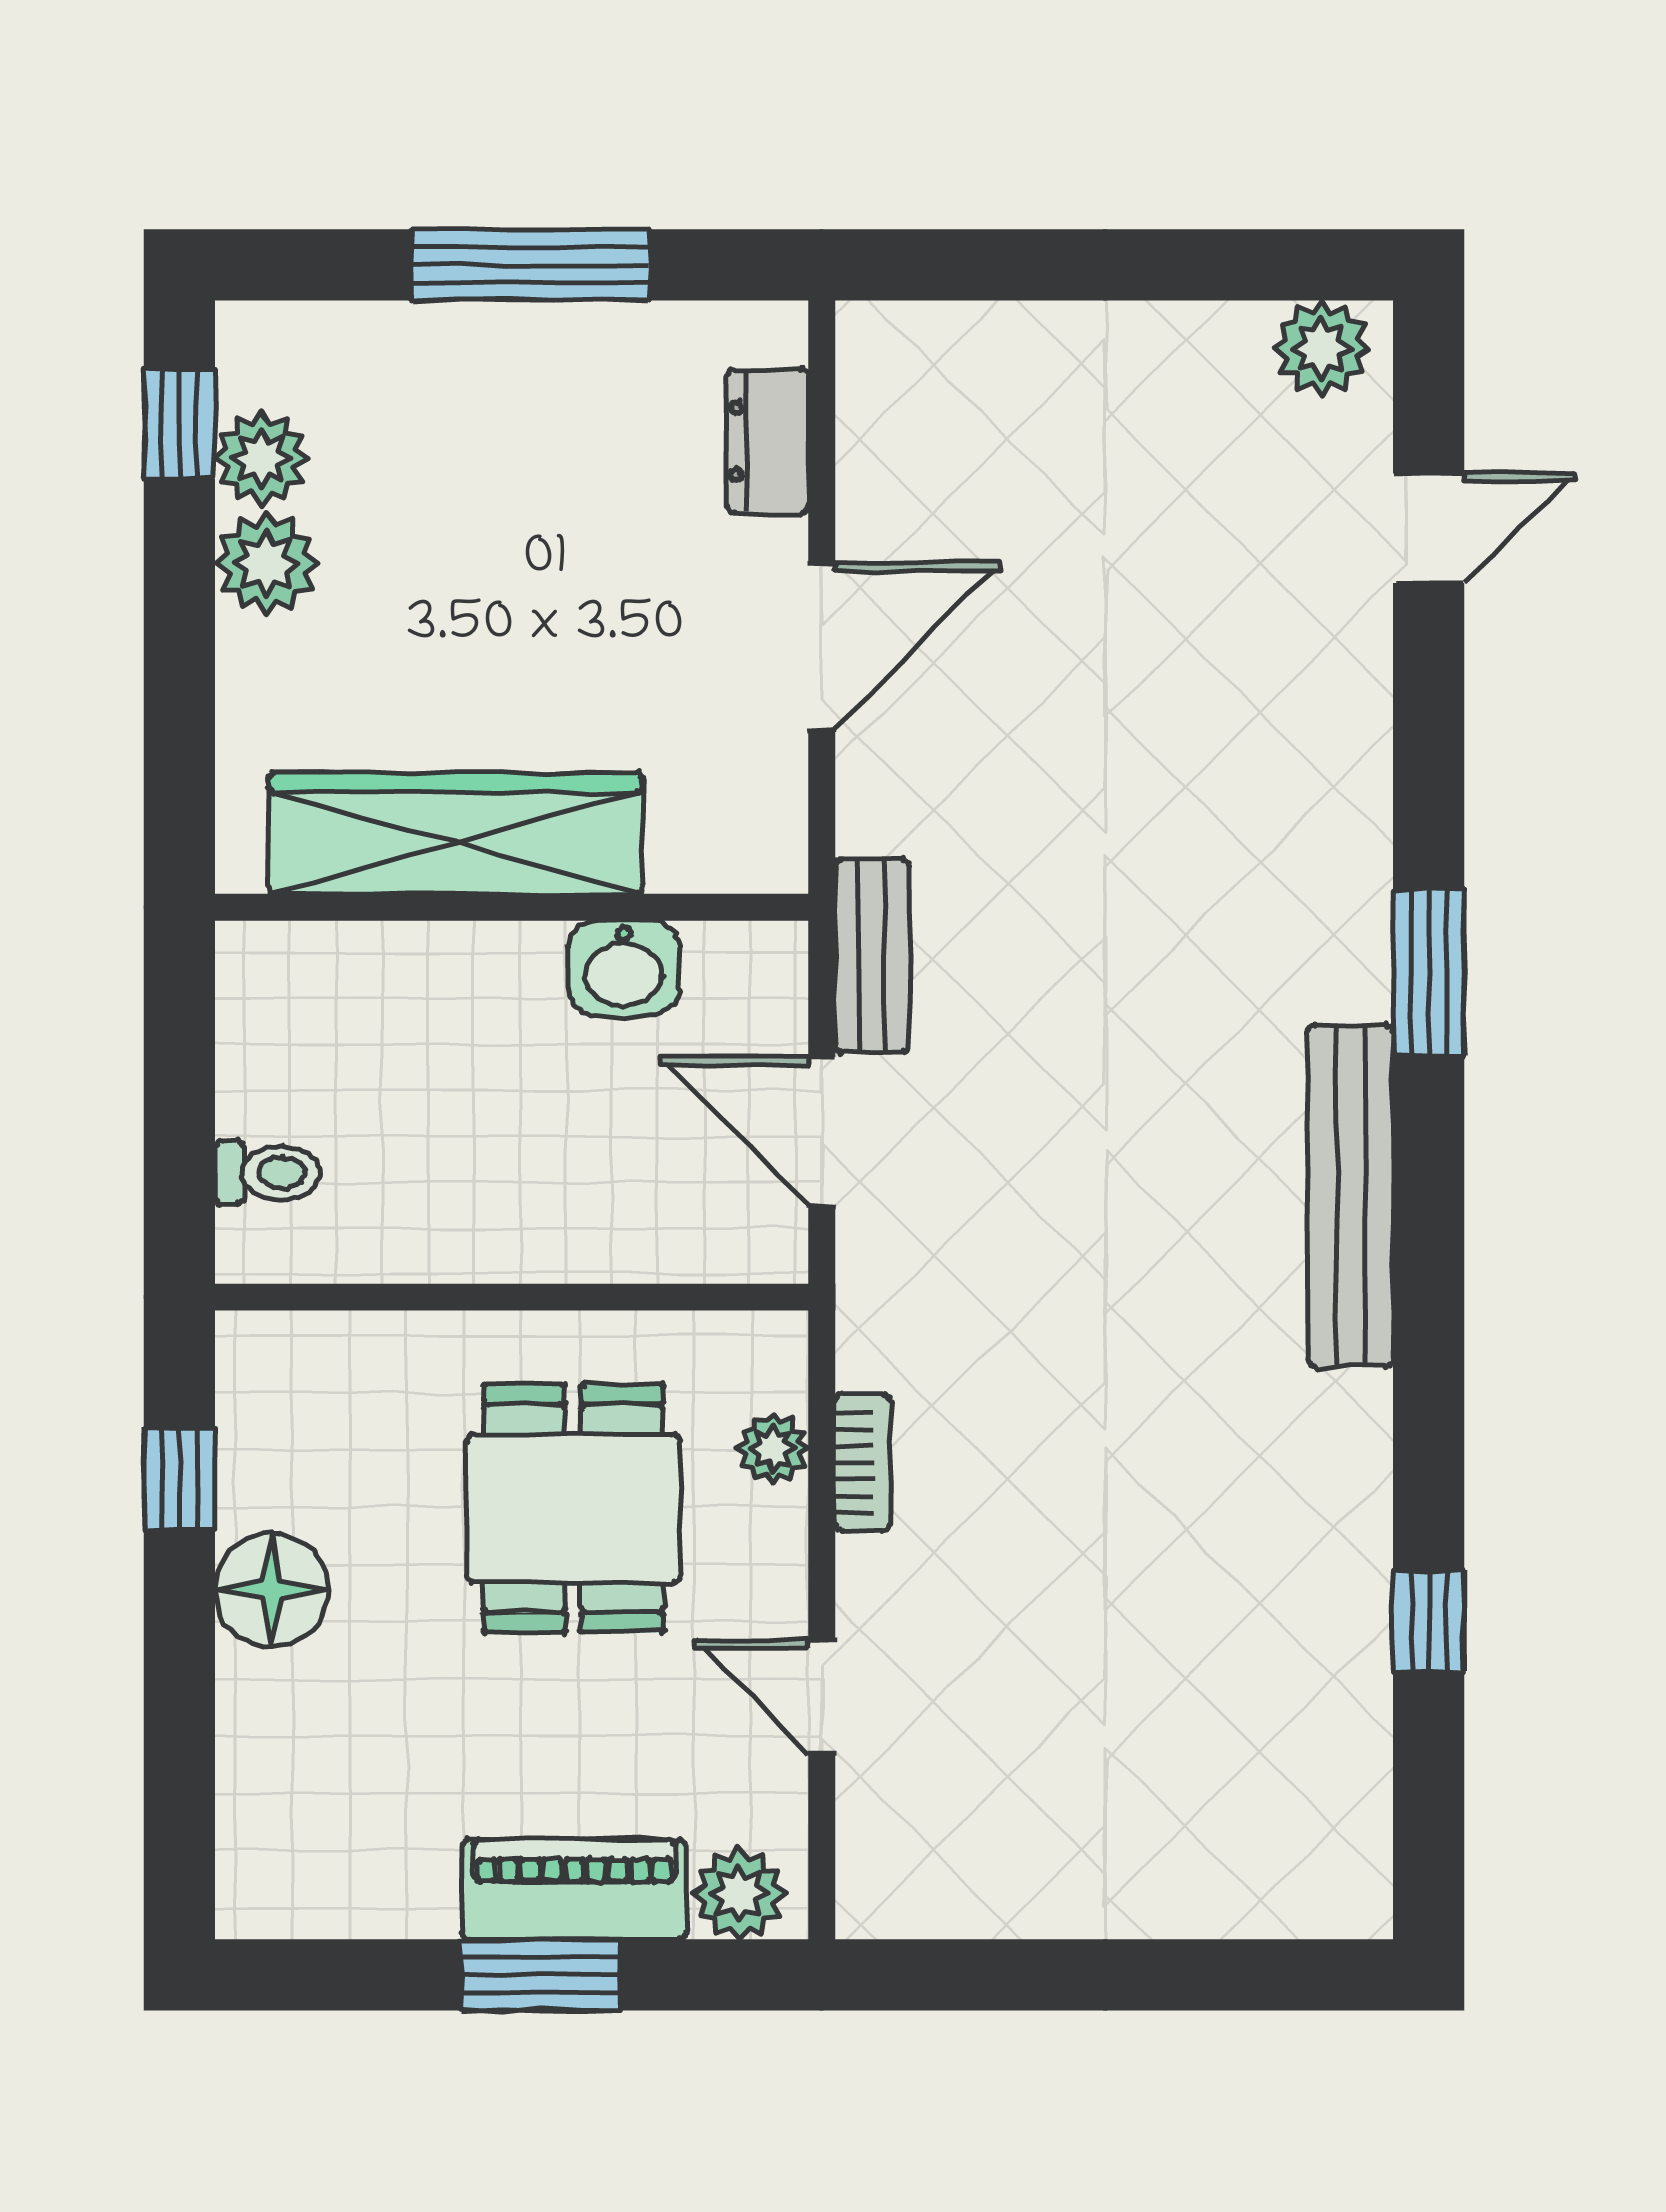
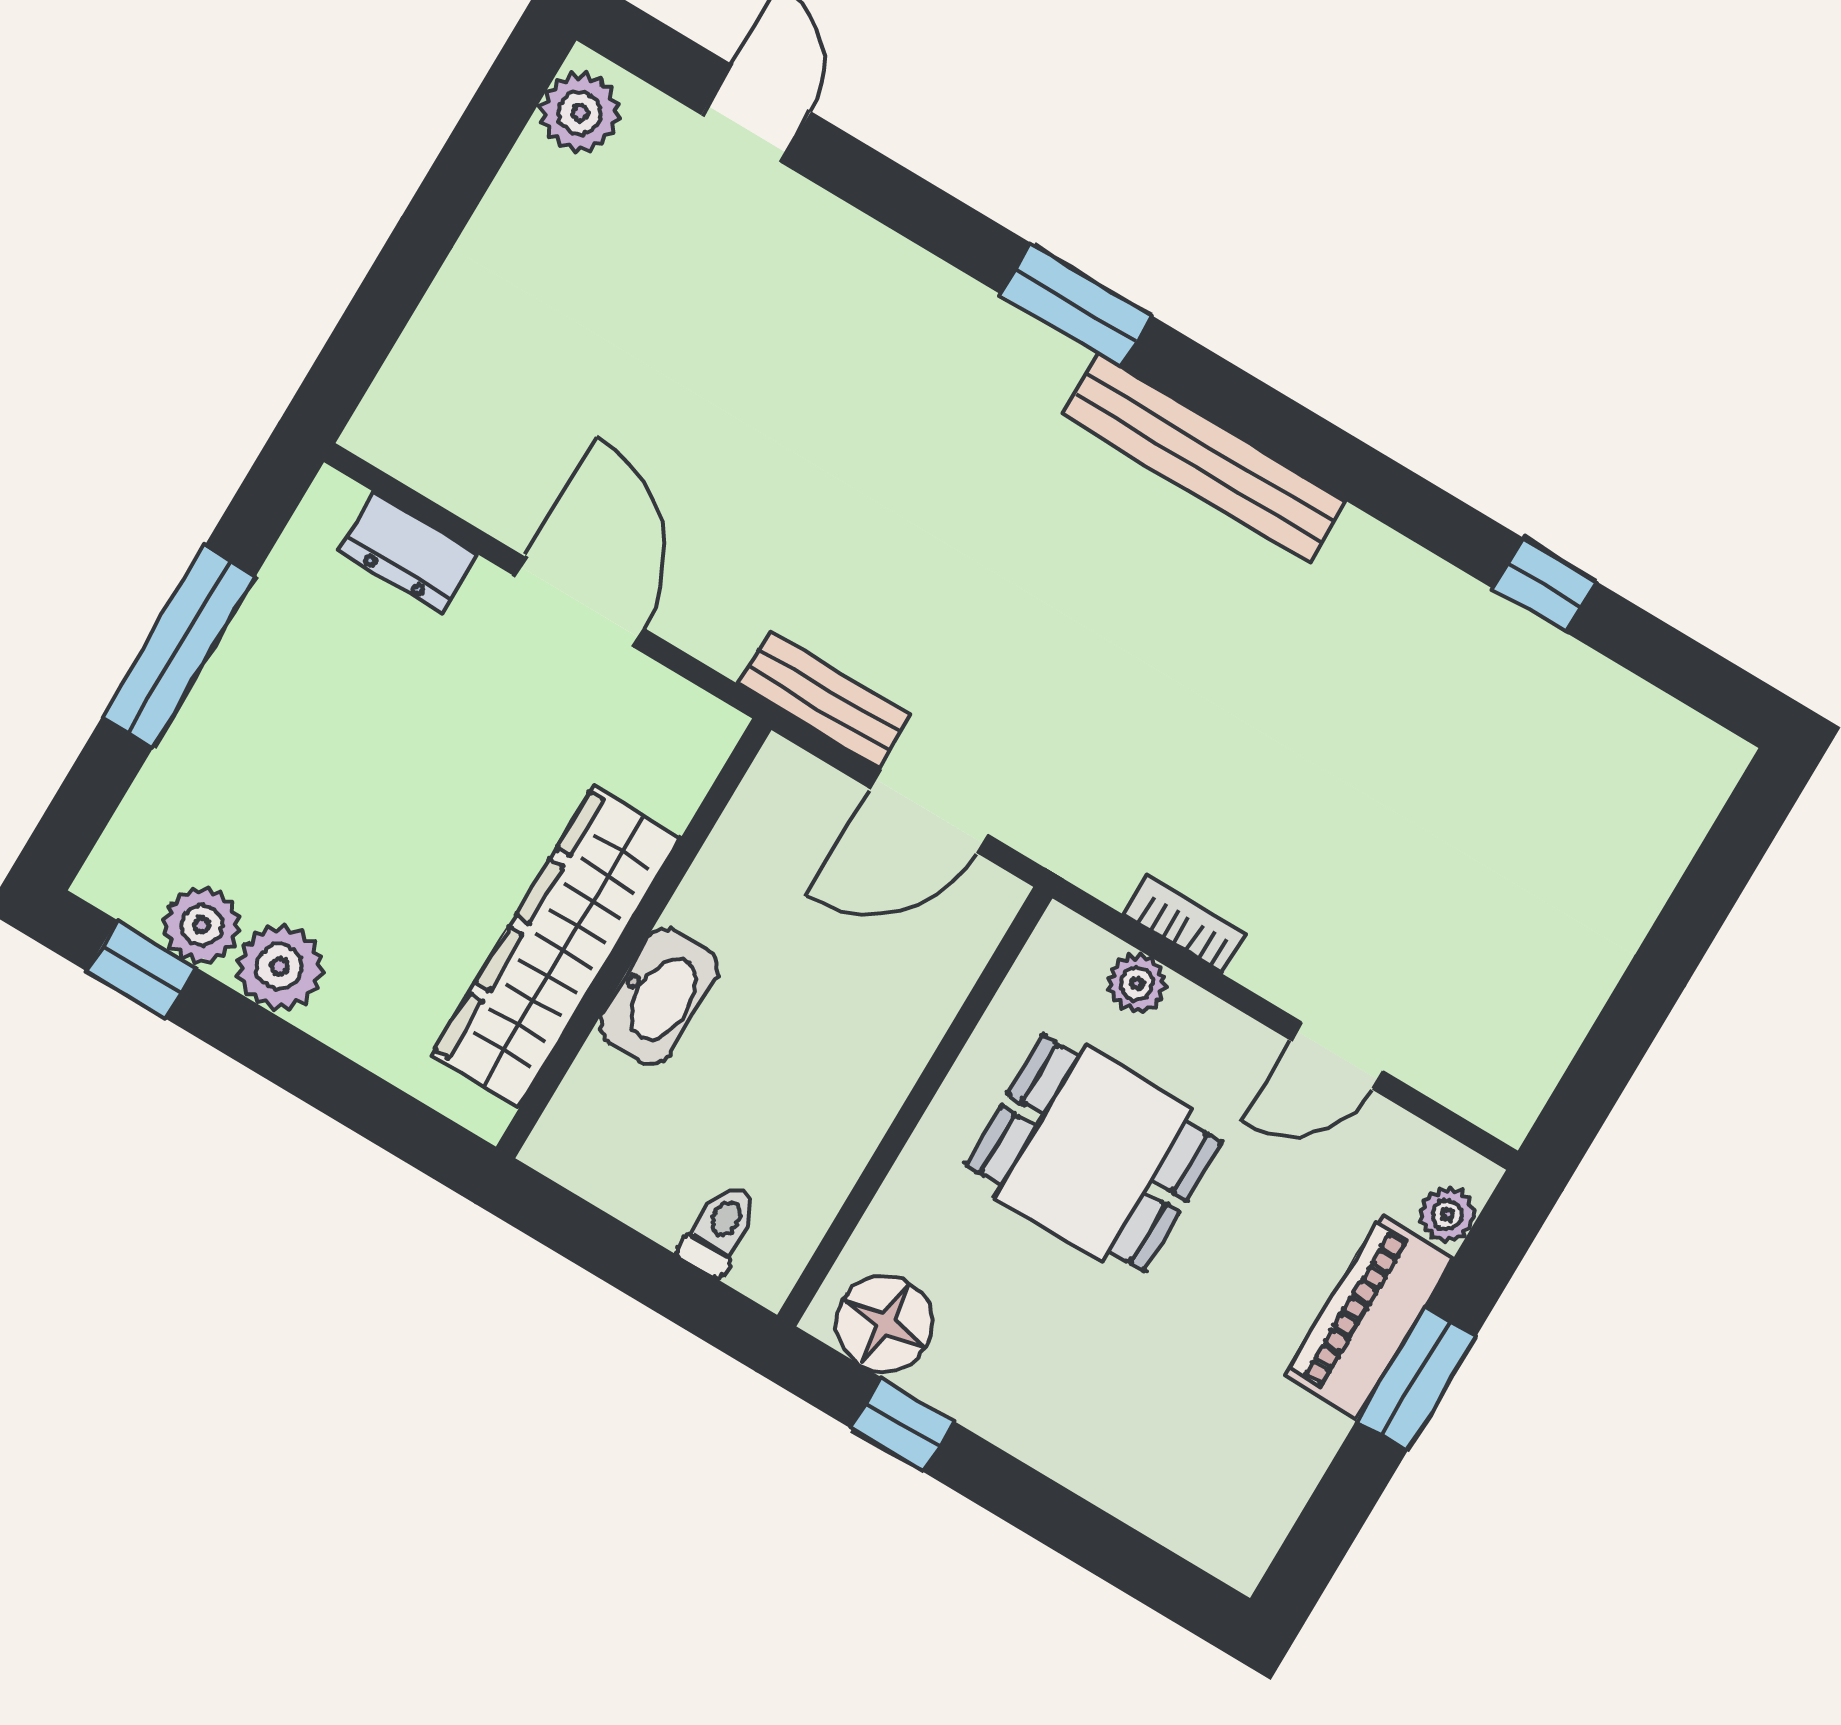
washbasin: (624, 968) -> (659, 996), moved, width x1.38
floor lamp: (272, 1590) -> (885, 1324), moved
plant: (739, 1894) -> (1447, 1214), width x0.73, depth x0.73

